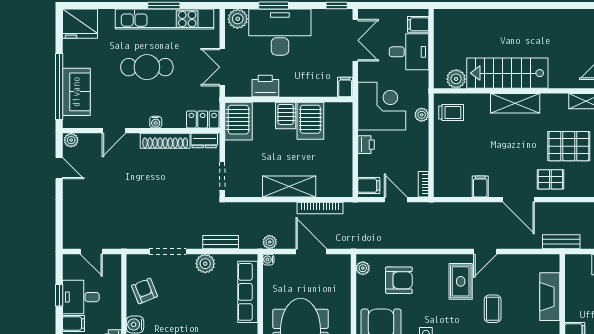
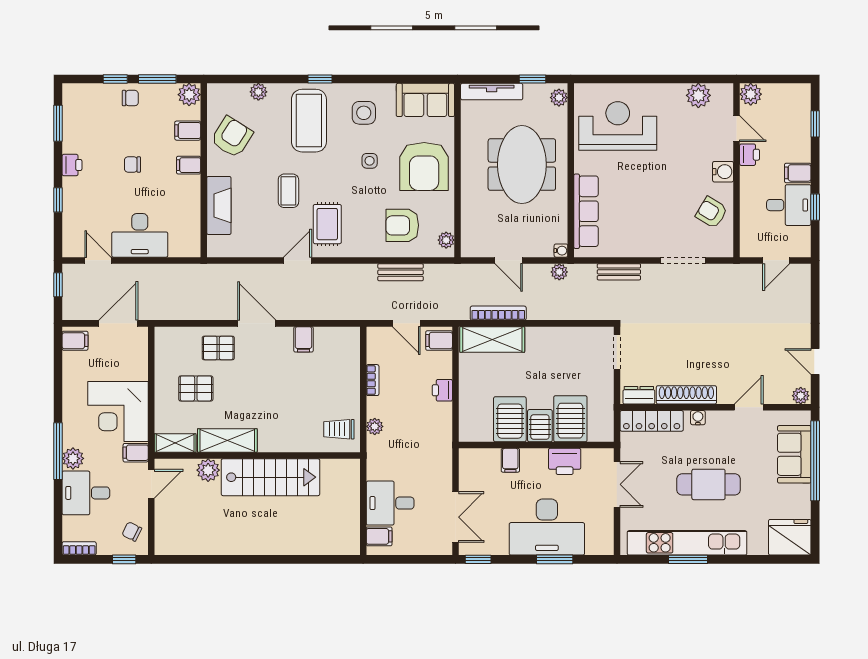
plant: (238, 19) -> (598, 543), removed
double door: (355, 40) -> (455, 517), swing flipped
plant: (456, 79) -> (208, 470), moved
filing cabinet: (345, 87) -> (510, 460), moved
shelving: (515, 103) -> (227, 440), moved
corner desk: (382, 106) -> (423, 437), removed
locker: (203, 119) -> (652, 421), width x1.53
server rack: (238, 121) -> (570, 419), moved
pallet: (569, 146) -> (196, 388), width x0.67, depth x0.71
bookcase: (423, 184) -> (373, 380), moved
shelving: (289, 186) -> (492, 339), moved
bench: (561, 242) -> (401, 272), moved
door: (91, 251) -> (776, 260), swing flipped
door: (311, 251) -> (509, 260), width x0.73
plant: (205, 264) -> (638, 246), removed
armchair: (144, 291) -> (712, 212), turned 143

